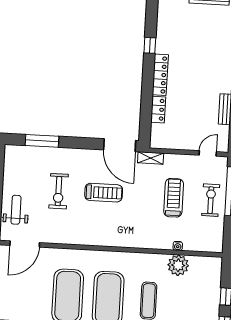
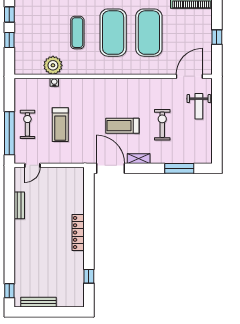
window: (150, 45) -> (89, 276), moved
locker: (158, 110) -> (78, 202), removed
shelving: (151, 158) -> (139, 159), moved
exercise bike: (211, 200) -> (27, 124), turned 180

